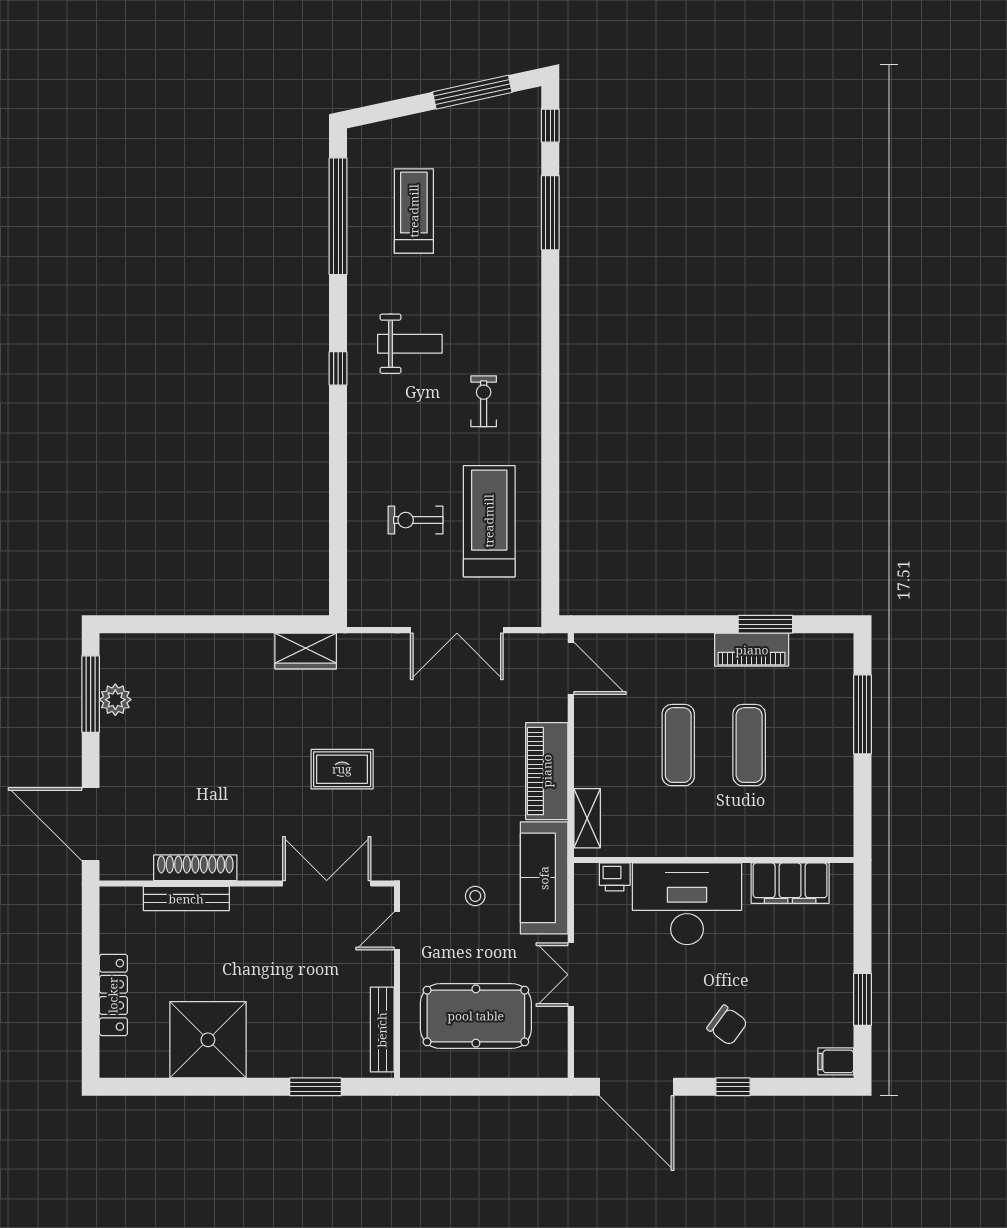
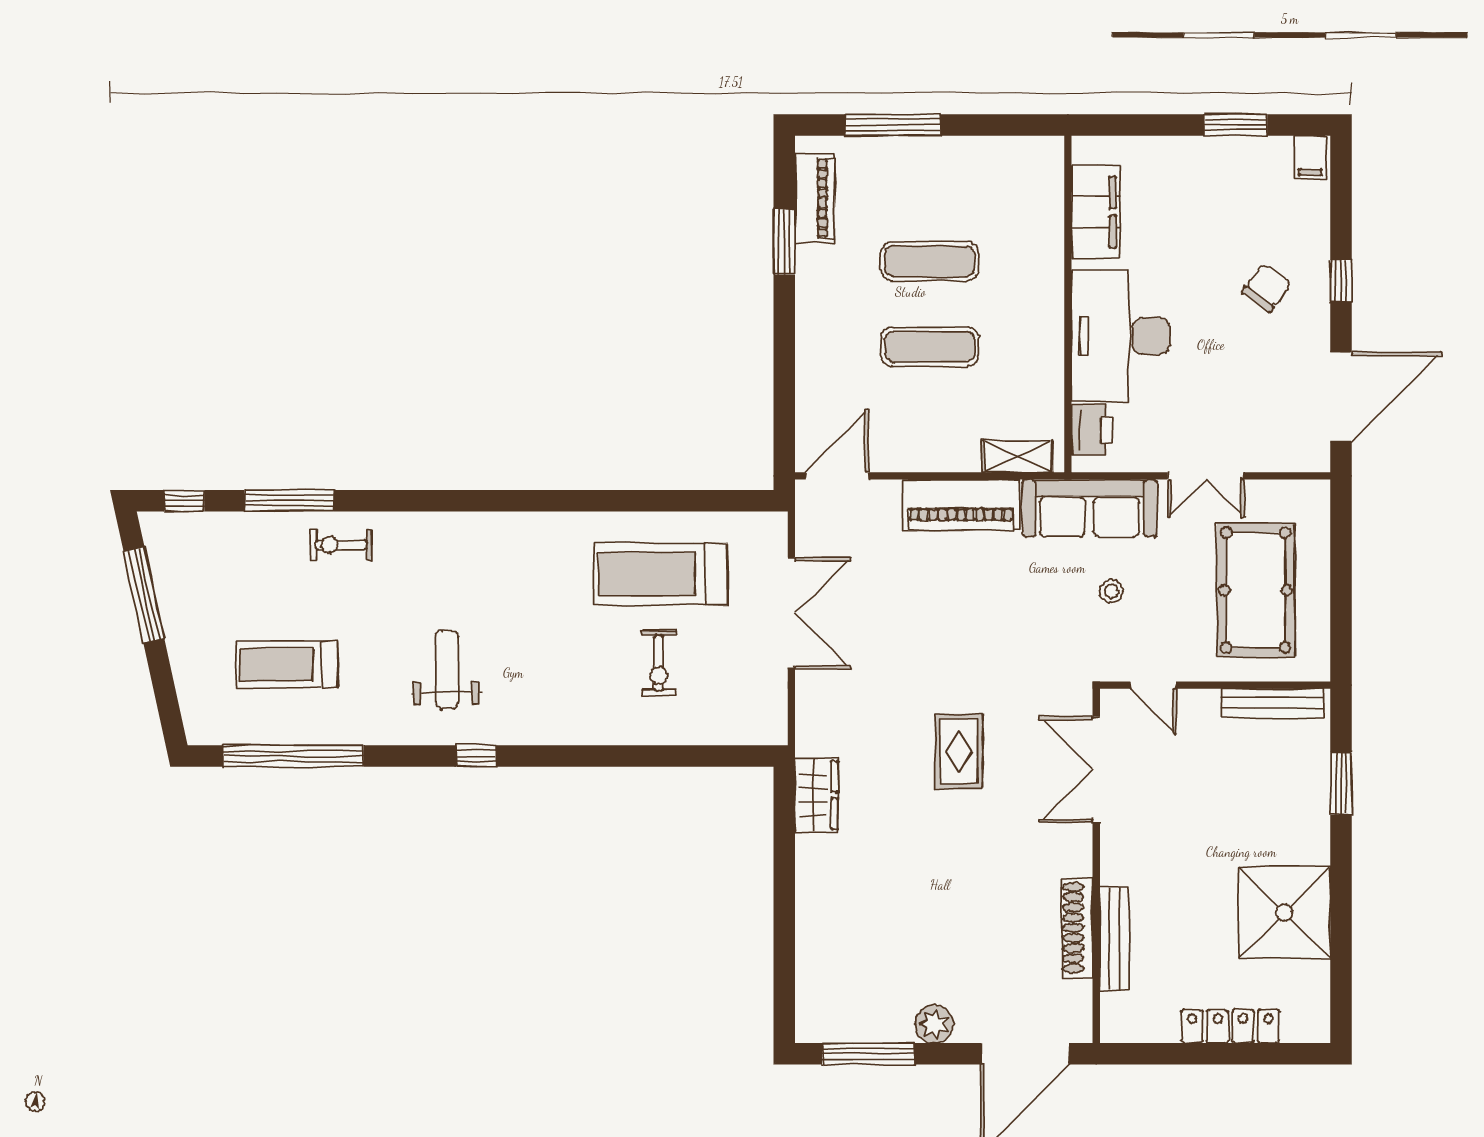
exercise bike: (484, 401) -> (341, 545), moved
piano: (752, 650) -> (815, 198), moved
plant: (115, 700) -> (934, 1024), moved
printer: (615, 877) -> (1092, 430), width x1.36, depth x1.24

